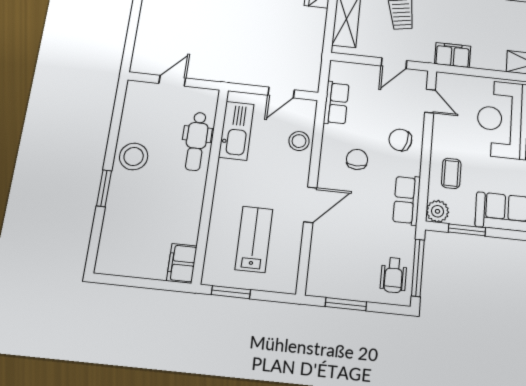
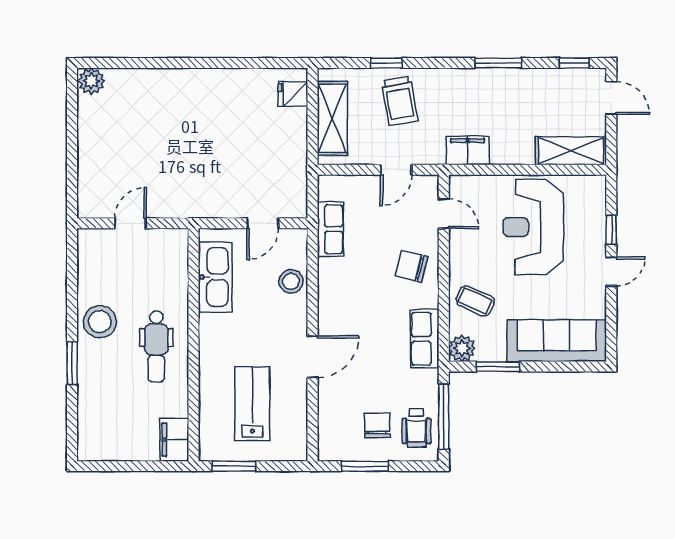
dental chair: (196, 141) -> (156, 346), moved
chair: (357, 159) -> (377, 425), moved
coffee table: (451, 173) -> (475, 301), turned -66

